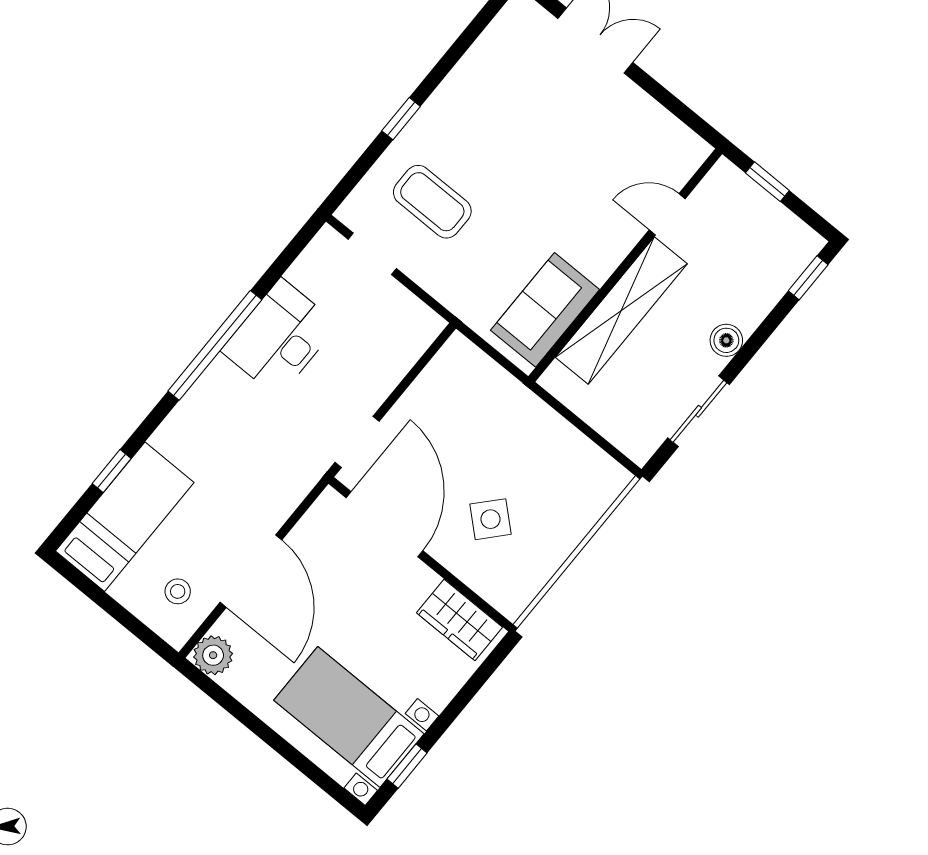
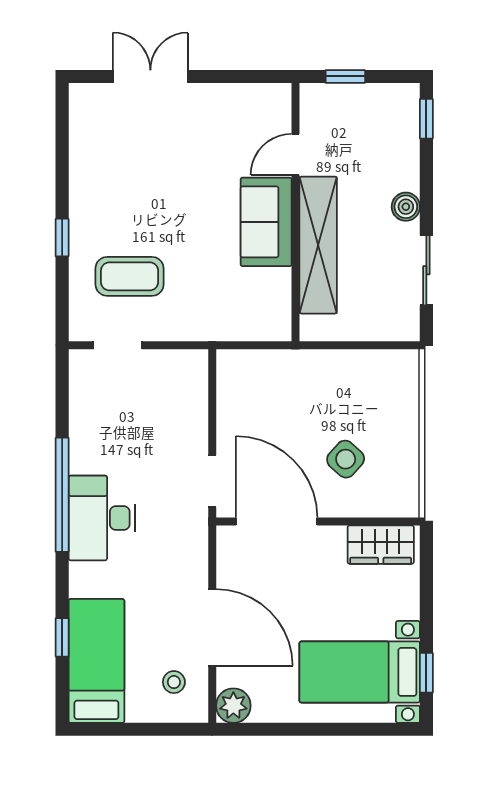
sofa: (545, 310) -> (266, 222), moved
desk: (280, 338) -> (102, 518), moved

